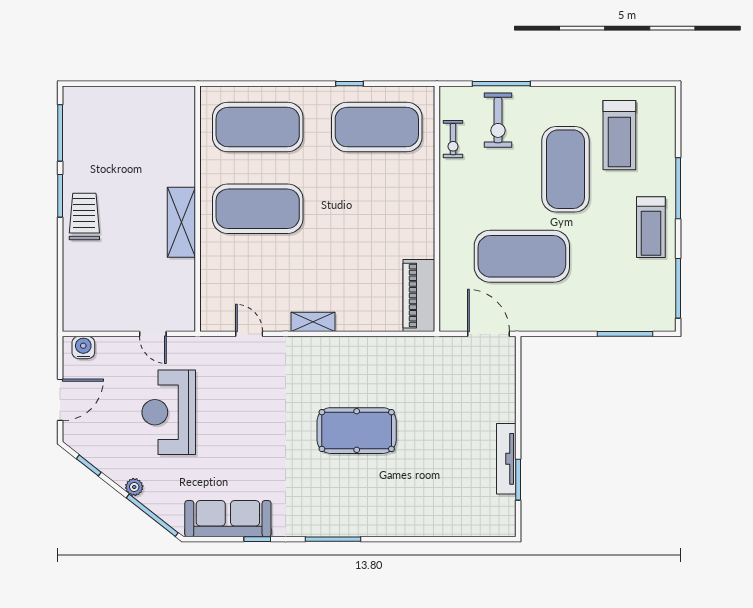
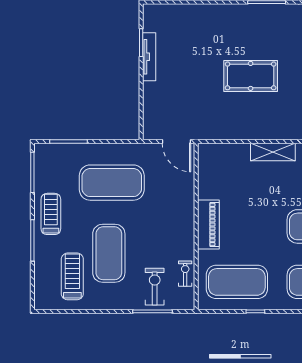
exercise mat: (522, 256) -> (112, 183), moved
piano: (419, 296) -> (208, 224), moved
shelving: (313, 322) -> (273, 152), width x1.50, depth x1.33
door: (488, 334) -> (176, 141), moved

